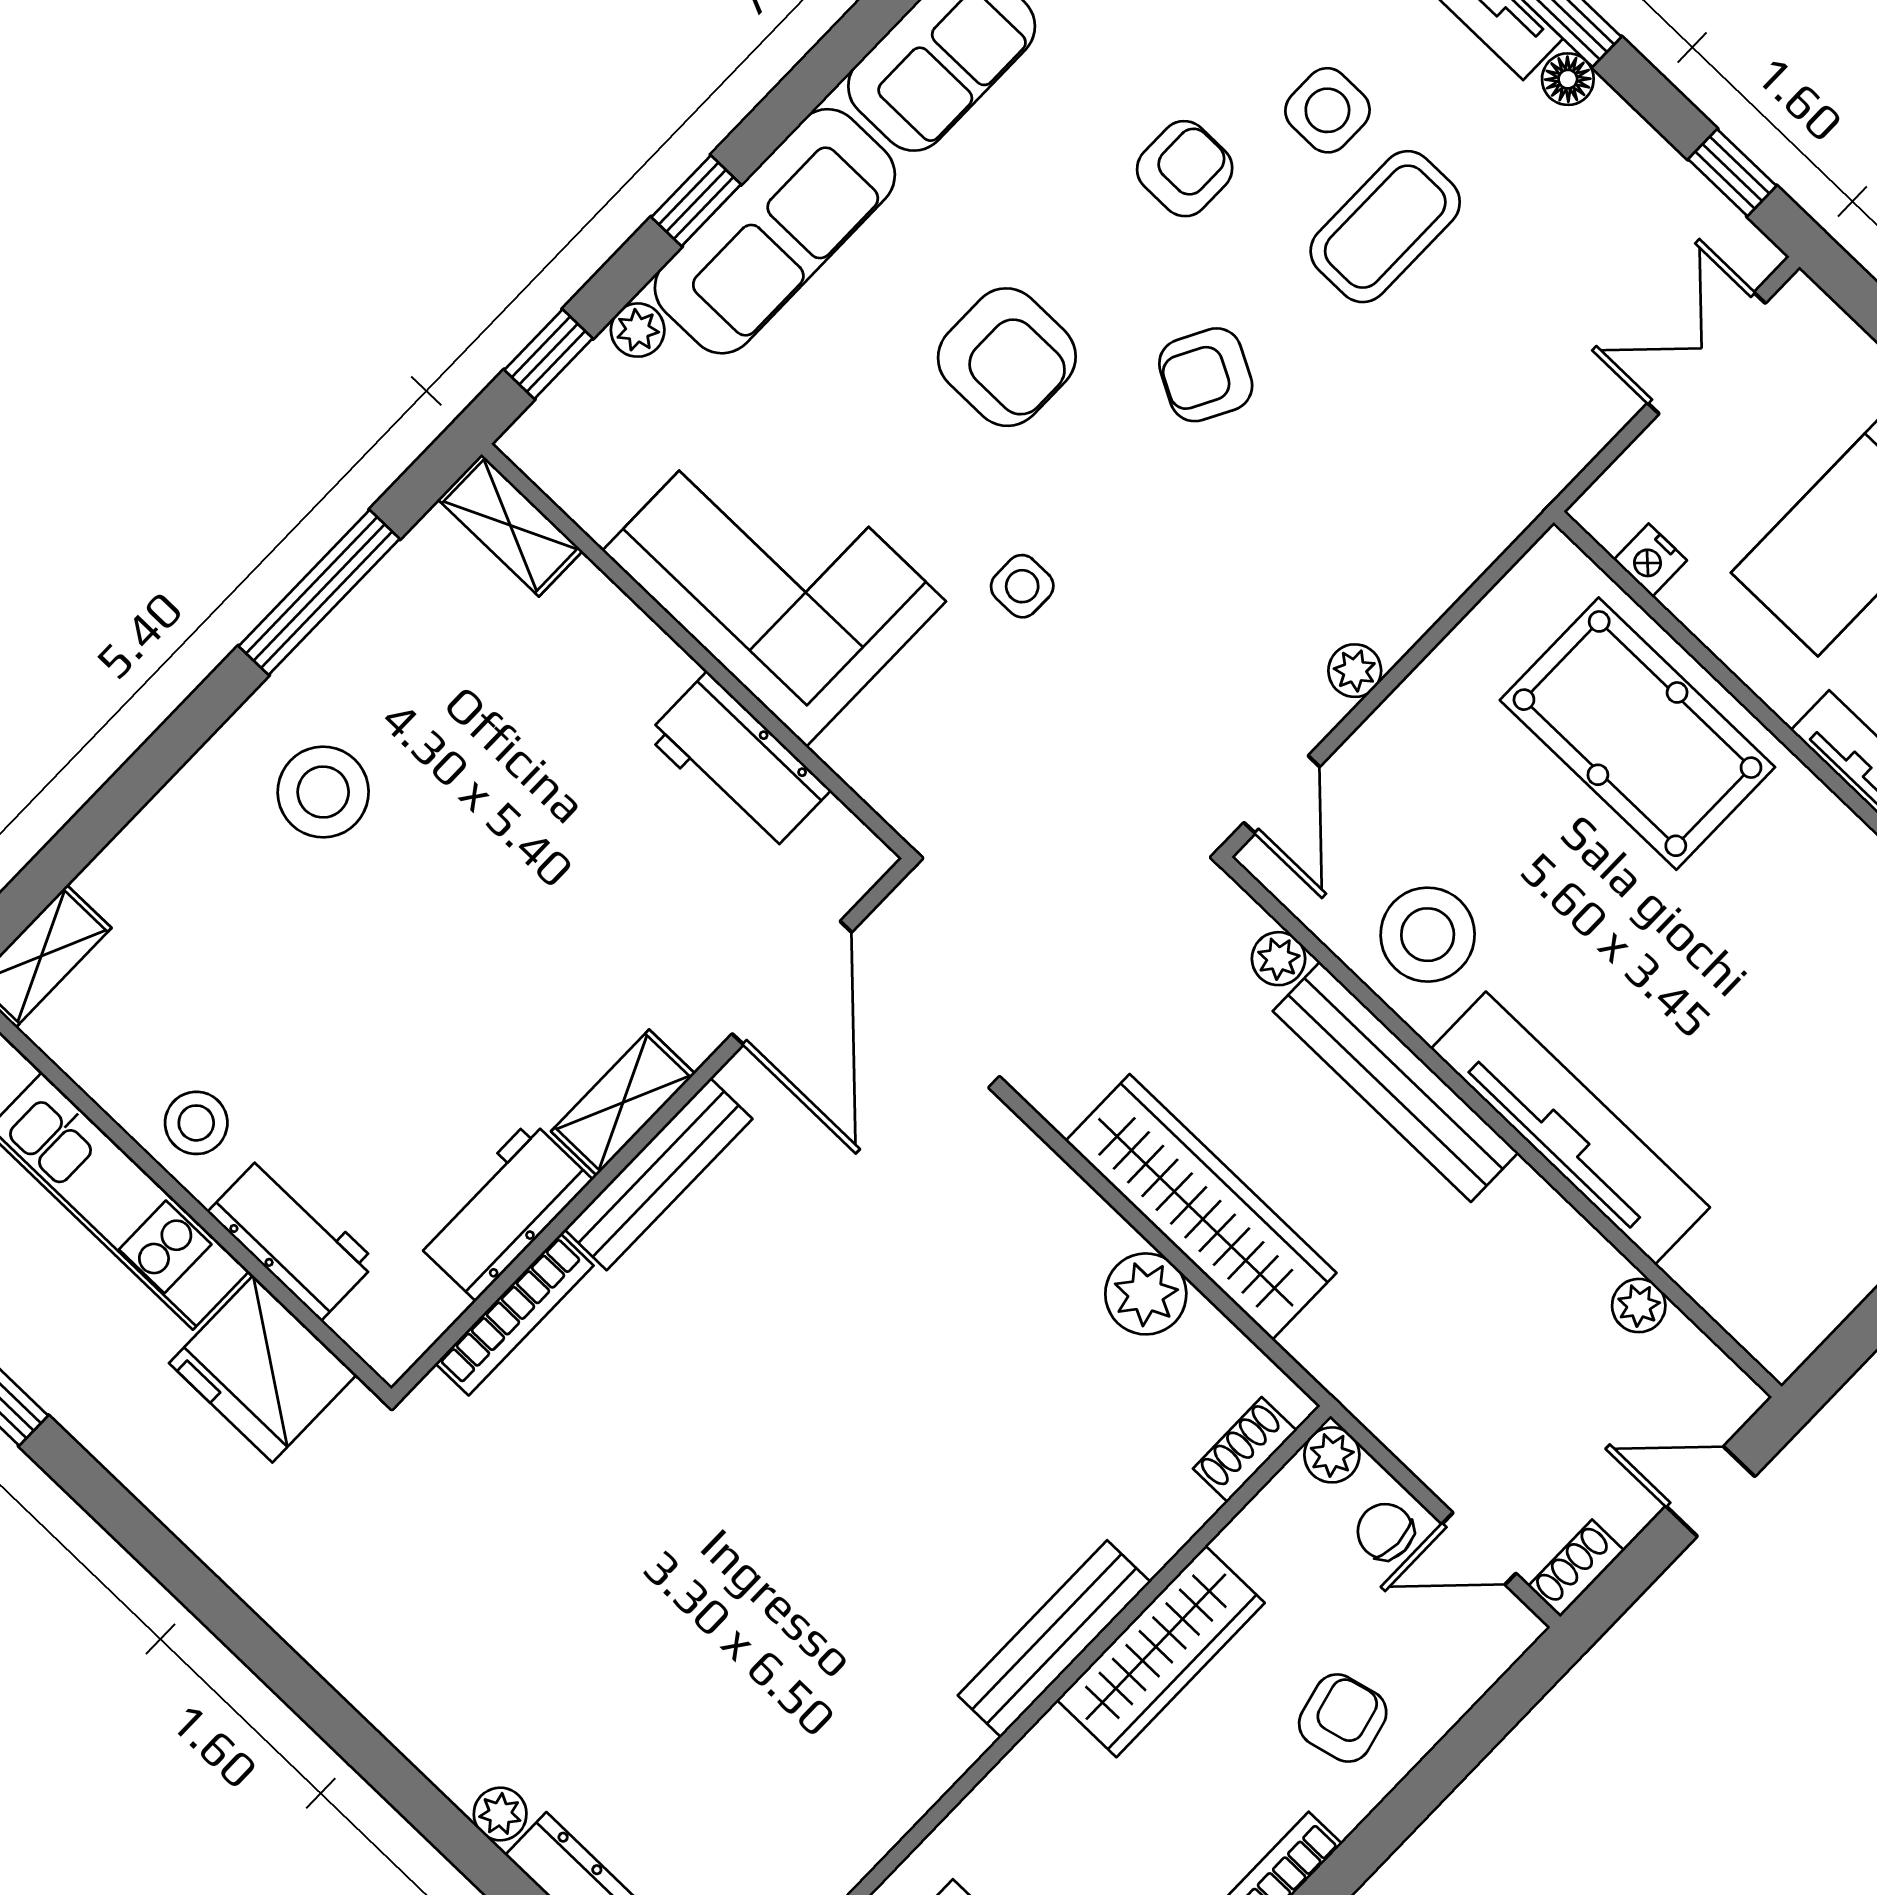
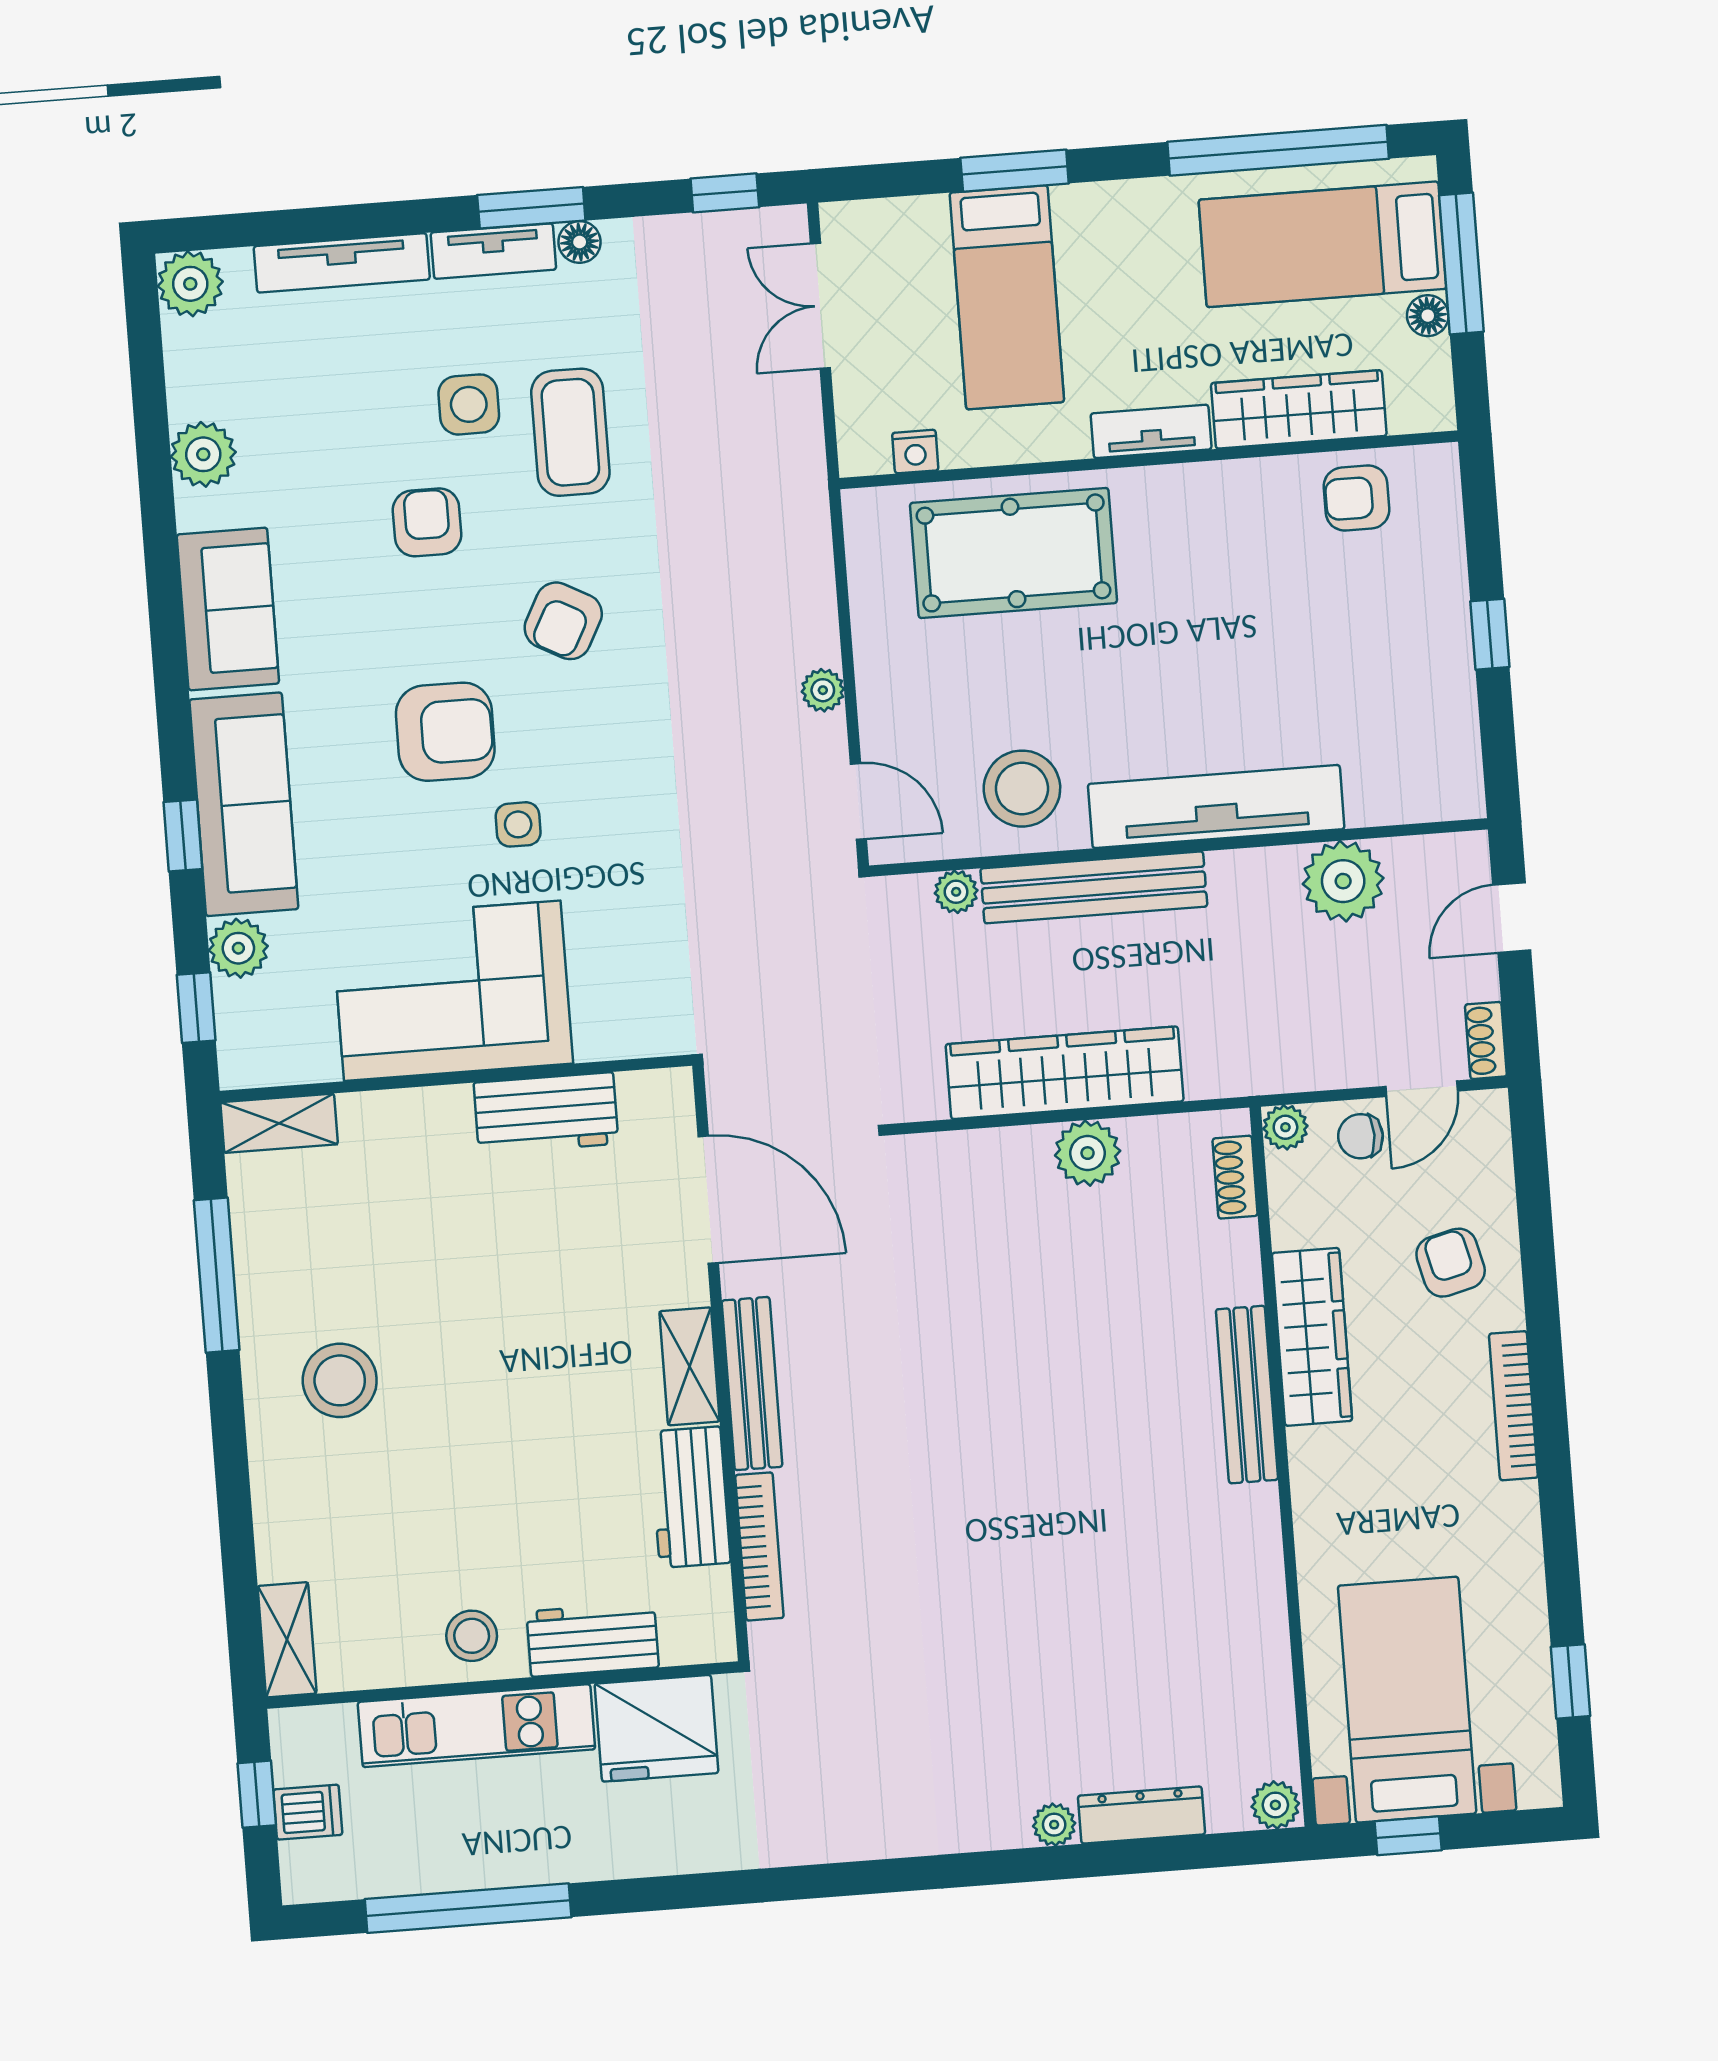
plant: (638, 330) -> (238, 948), width x1.38, depth x1.38
side table: (1022, 586) -> (518, 824), moved
plant: (1639, 1306) -> (1343, 881), width x1.88, depth x1.88

